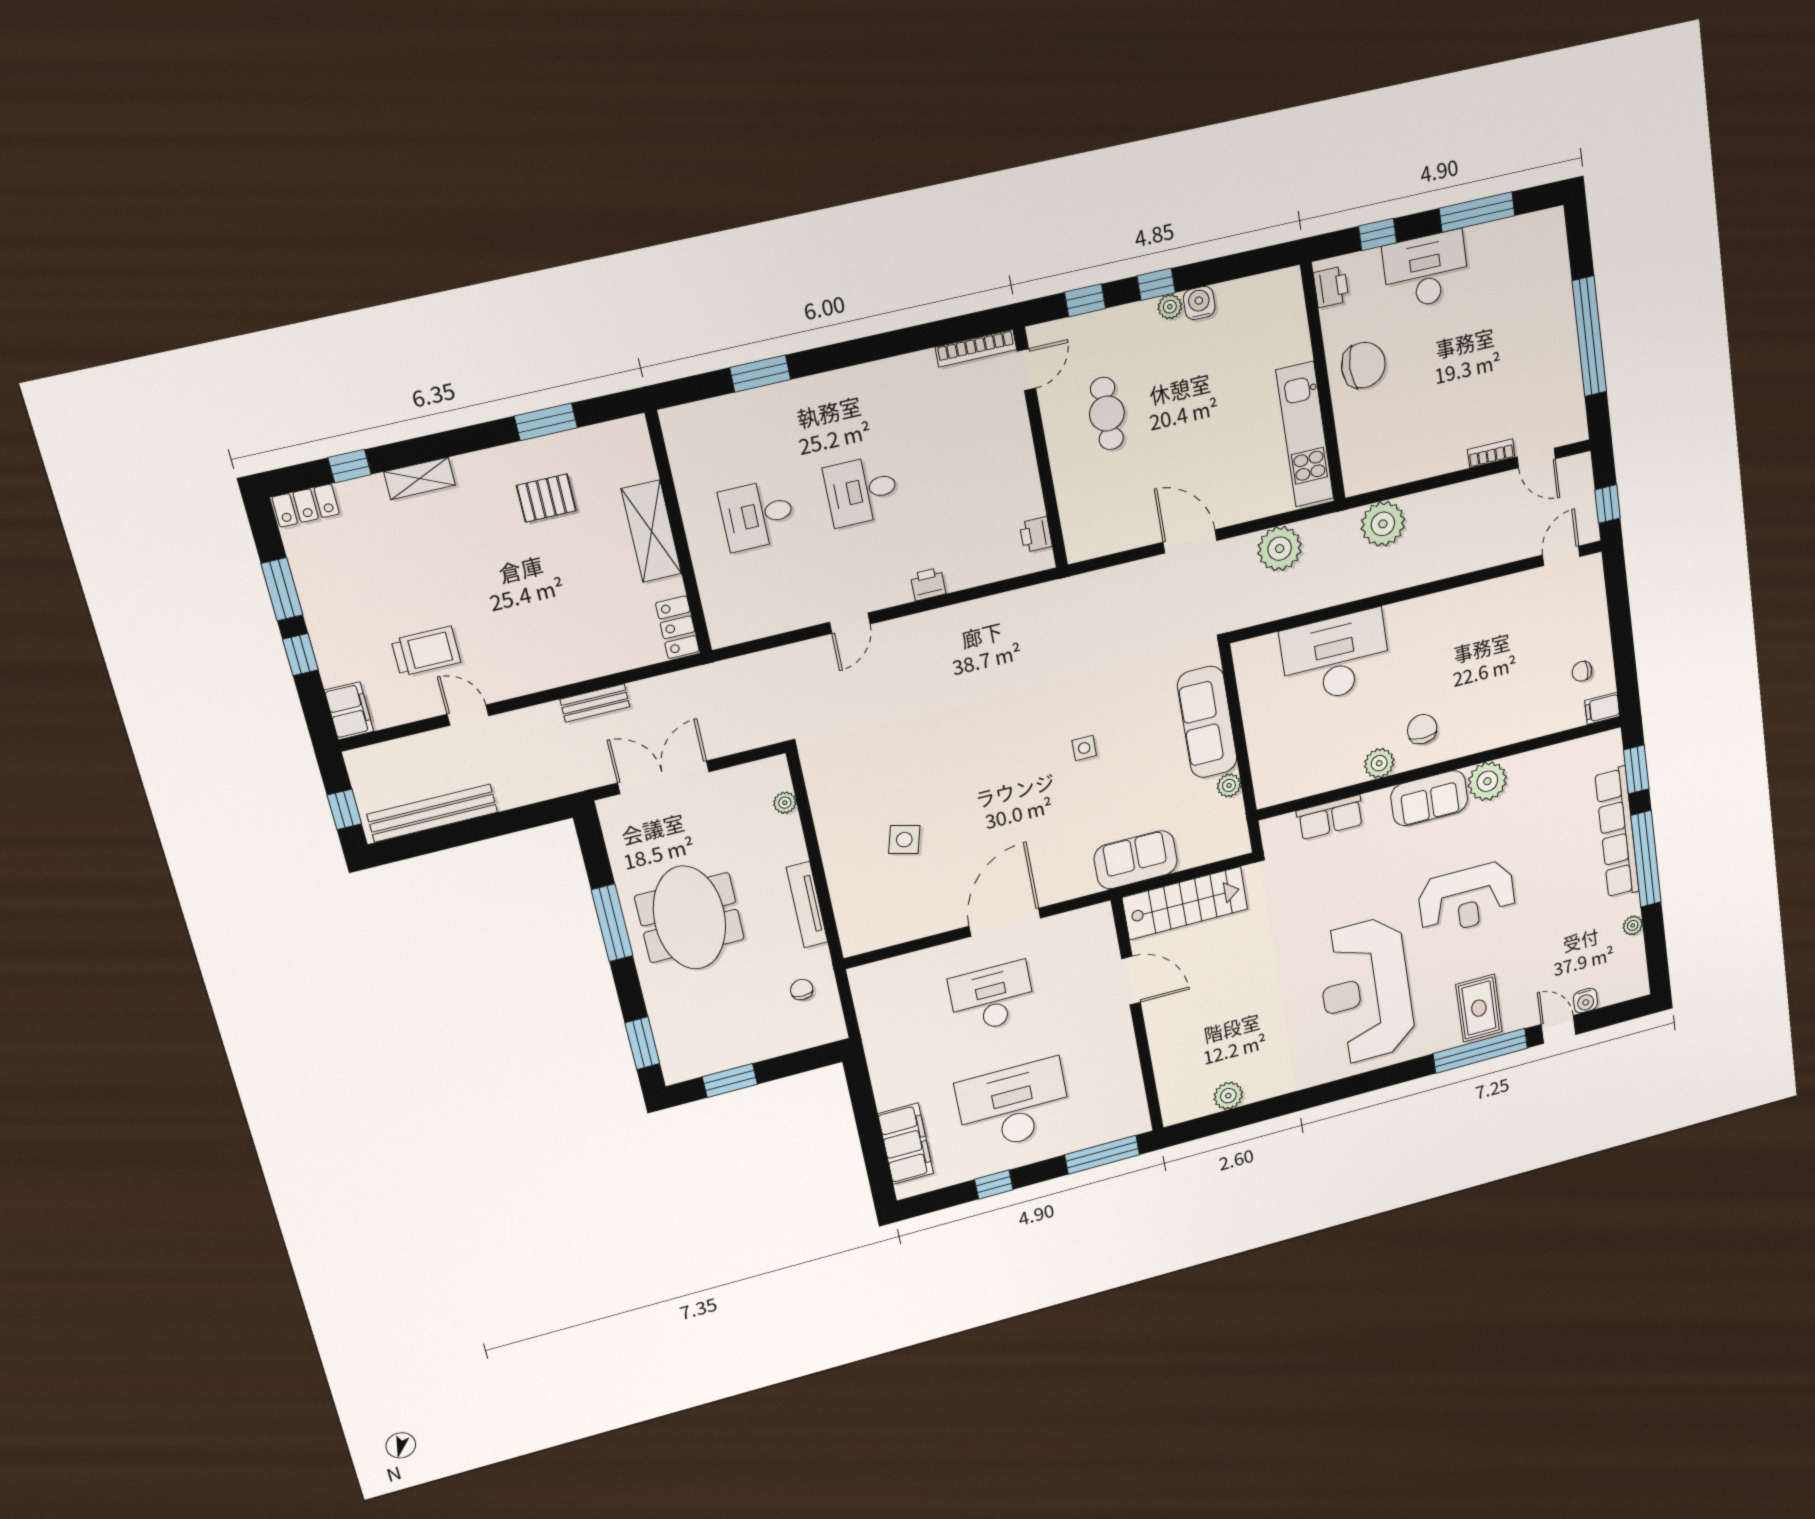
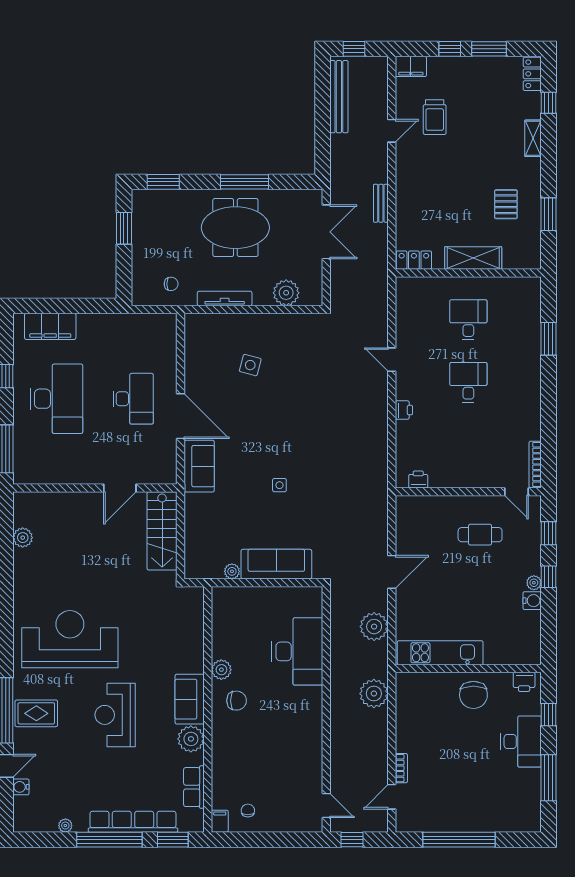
plant: (785, 803) -> (286, 293), width x1.88, depth x1.88
row of seats: (1330, 817) -> (194, 787), moved
sofa: (1136, 860) -> (199, 466), moved

